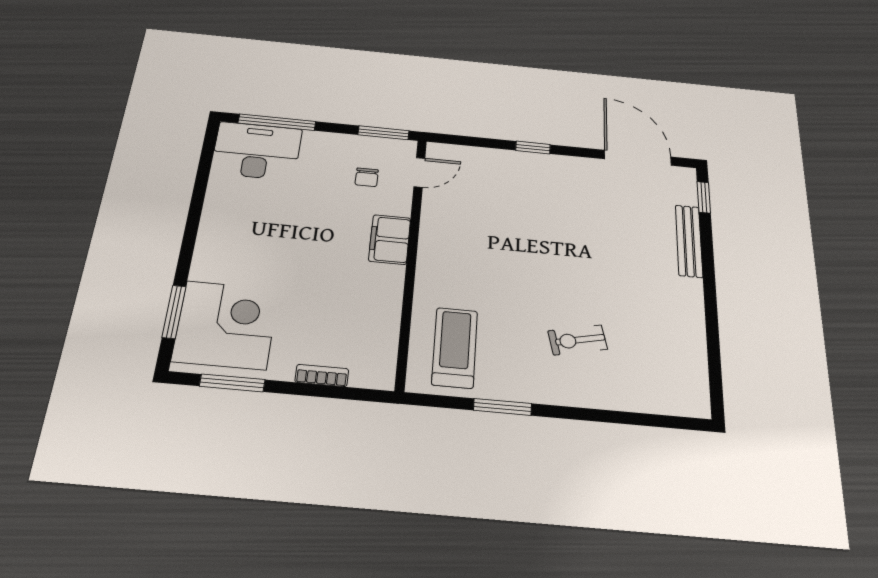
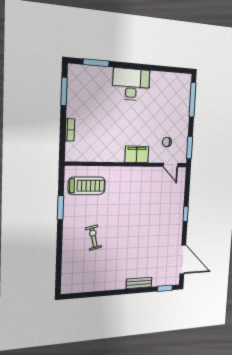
desk: (257, 151) -> (131, 84), moved, turned -90
door: (638, 158) -> (183, 259), hinge flipped
bench: (689, 241) -> (139, 283), width x0.73
corner desk: (226, 325) -> (91, 86), removed

